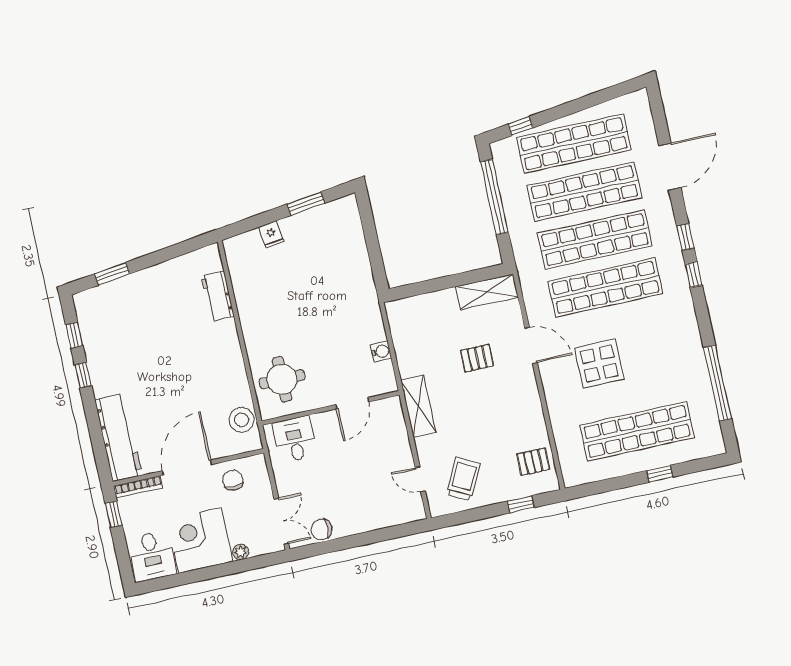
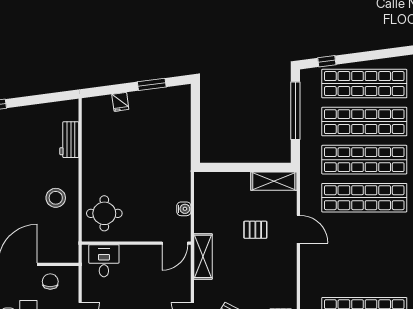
display table: (599, 363) -> (347, 254), removed
door: (352, 403) -> (175, 243), moved
stool: (242, 420) -> (56, 198), moved

